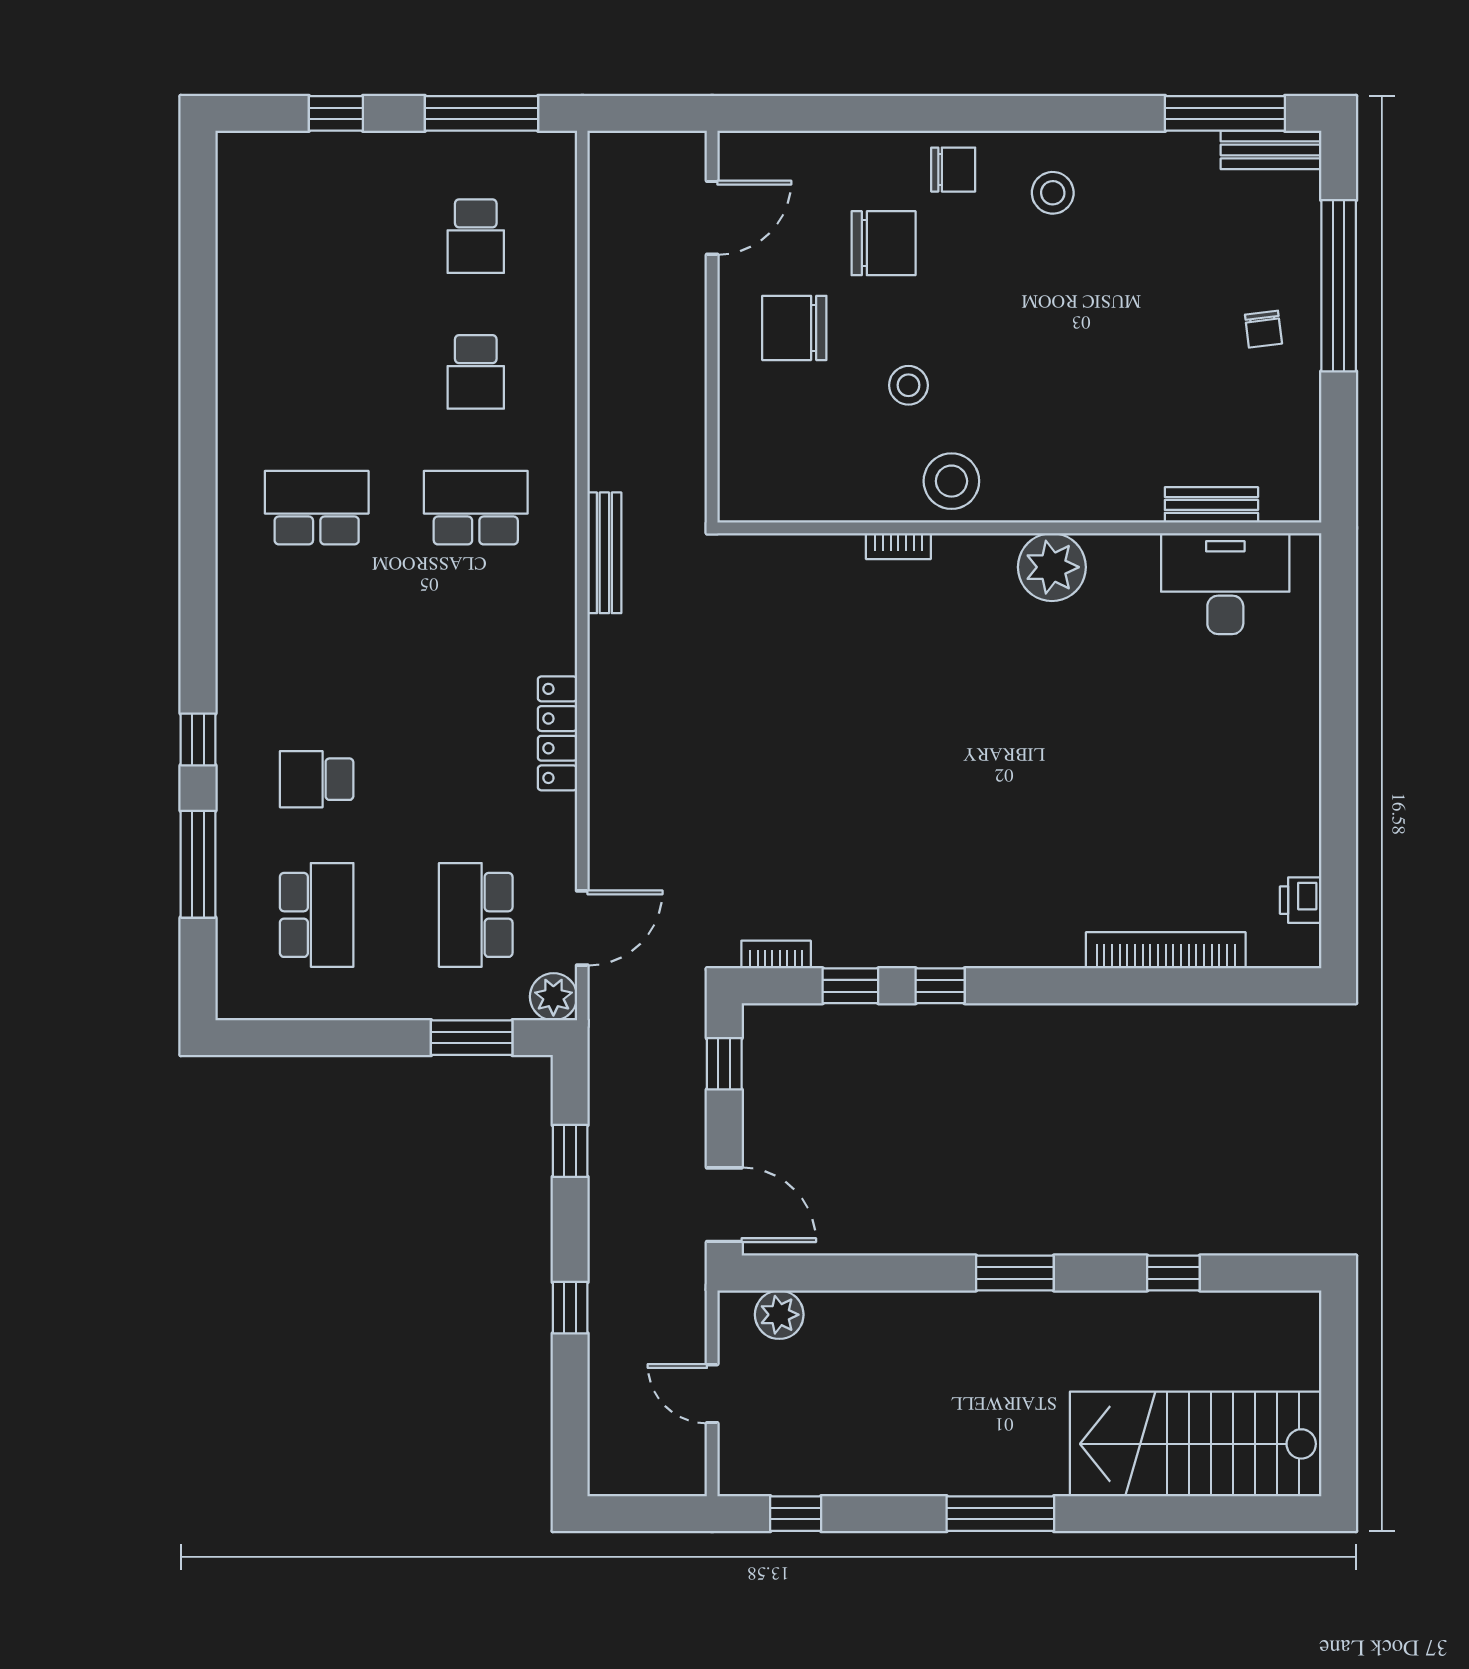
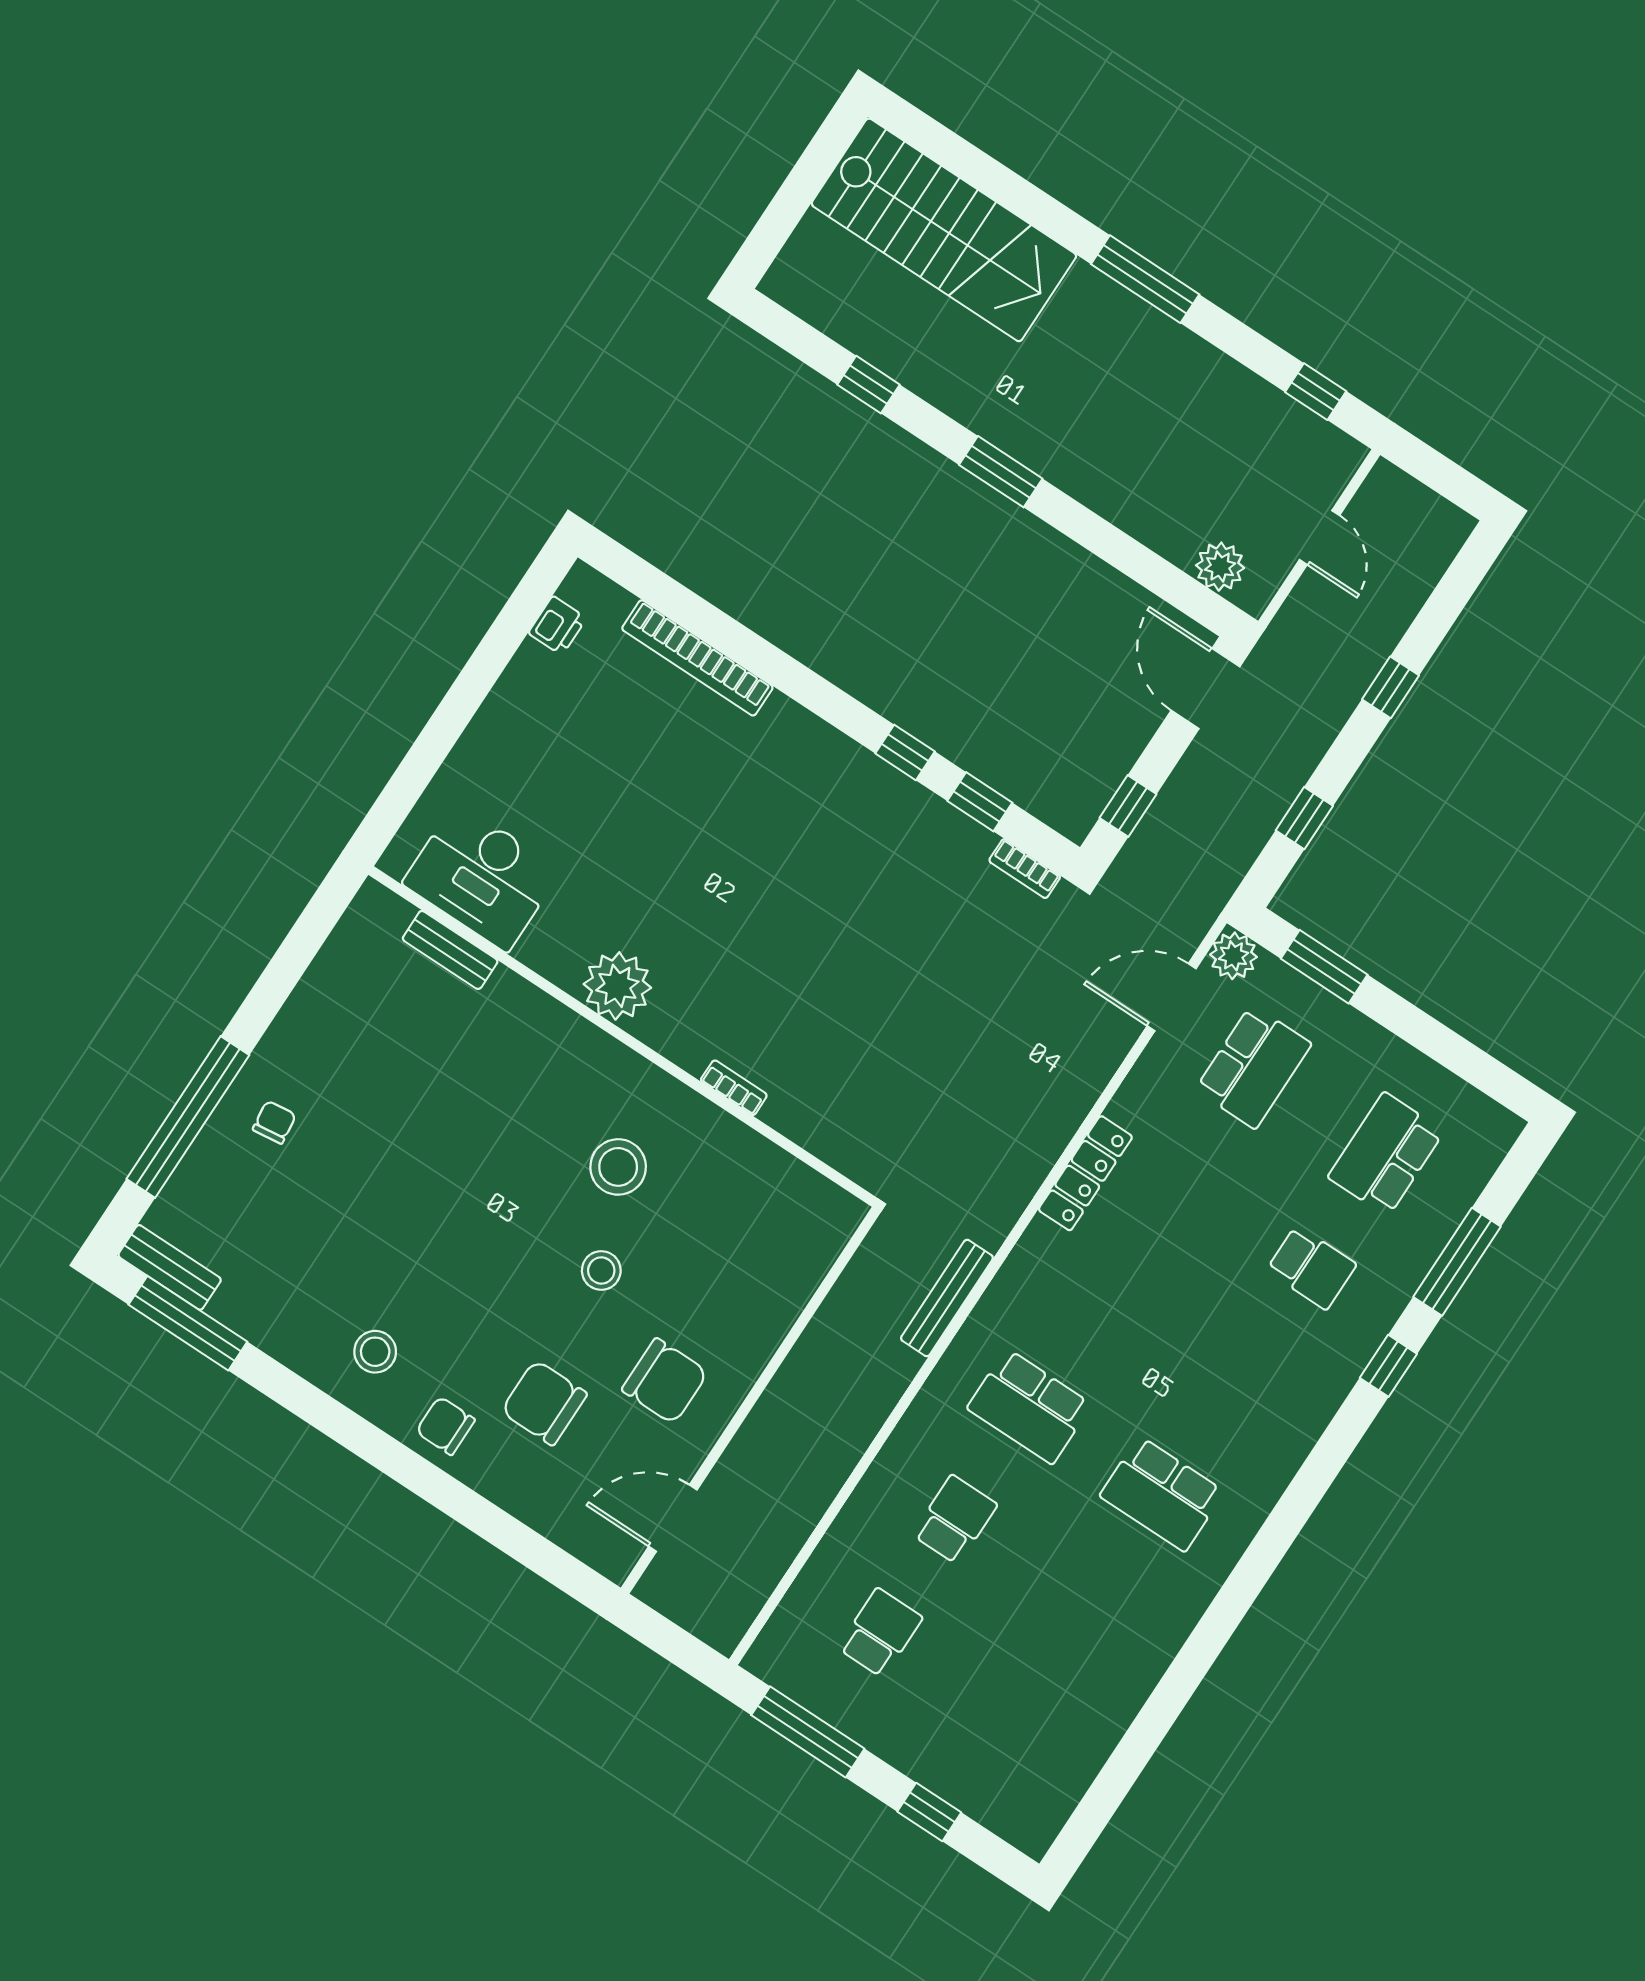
bench: (1211, 505) -> (450, 950), moved
wall: (1019, 528) -> (623, 1036), moved
bookcase: (898, 546) -> (734, 1088), moved
plant: (1052, 567) -> (617, 986), moved
desk: (1225, 584) -> (482, 877), moved

